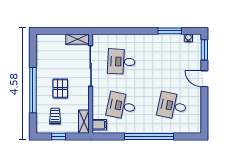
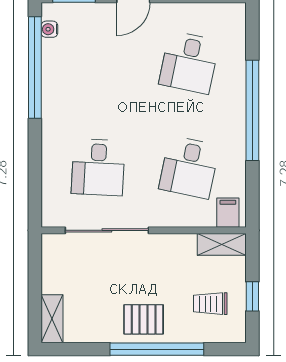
window: (170, 31) -> (35, 67), width x2.11
shelving: (77, 39) -> (52, 319), moved
pallet: (60, 88) -> (144, 319), moved

